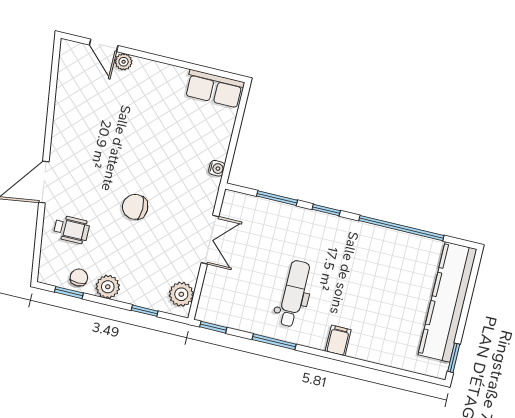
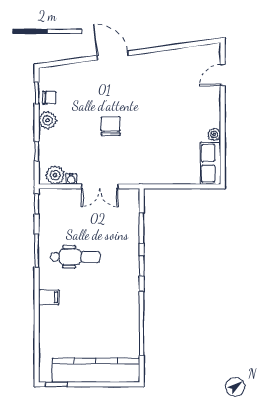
plant: (124, 62) -> (214, 134), moved
water cooler: (217, 168) -> (71, 179), moved
wheelchair: (71, 229) -> (83, 84), removed

